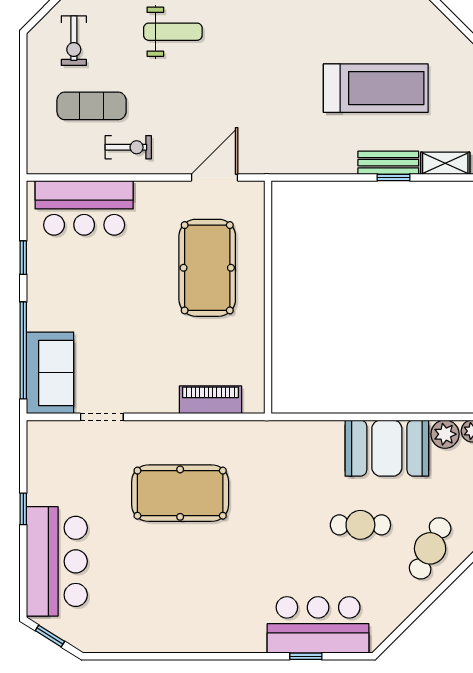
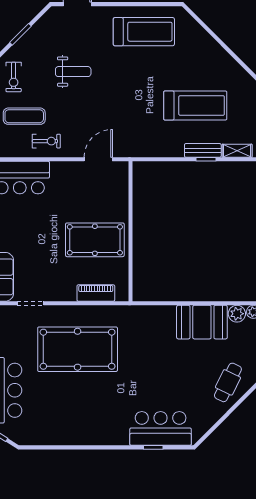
pool table: (207, 268) -> (95, 240), moved, turned 90
pool table: (180, 493) -> (78, 349), width x1.36, depth x1.32
cafe table: (360, 525) -> (186, 368), removed

